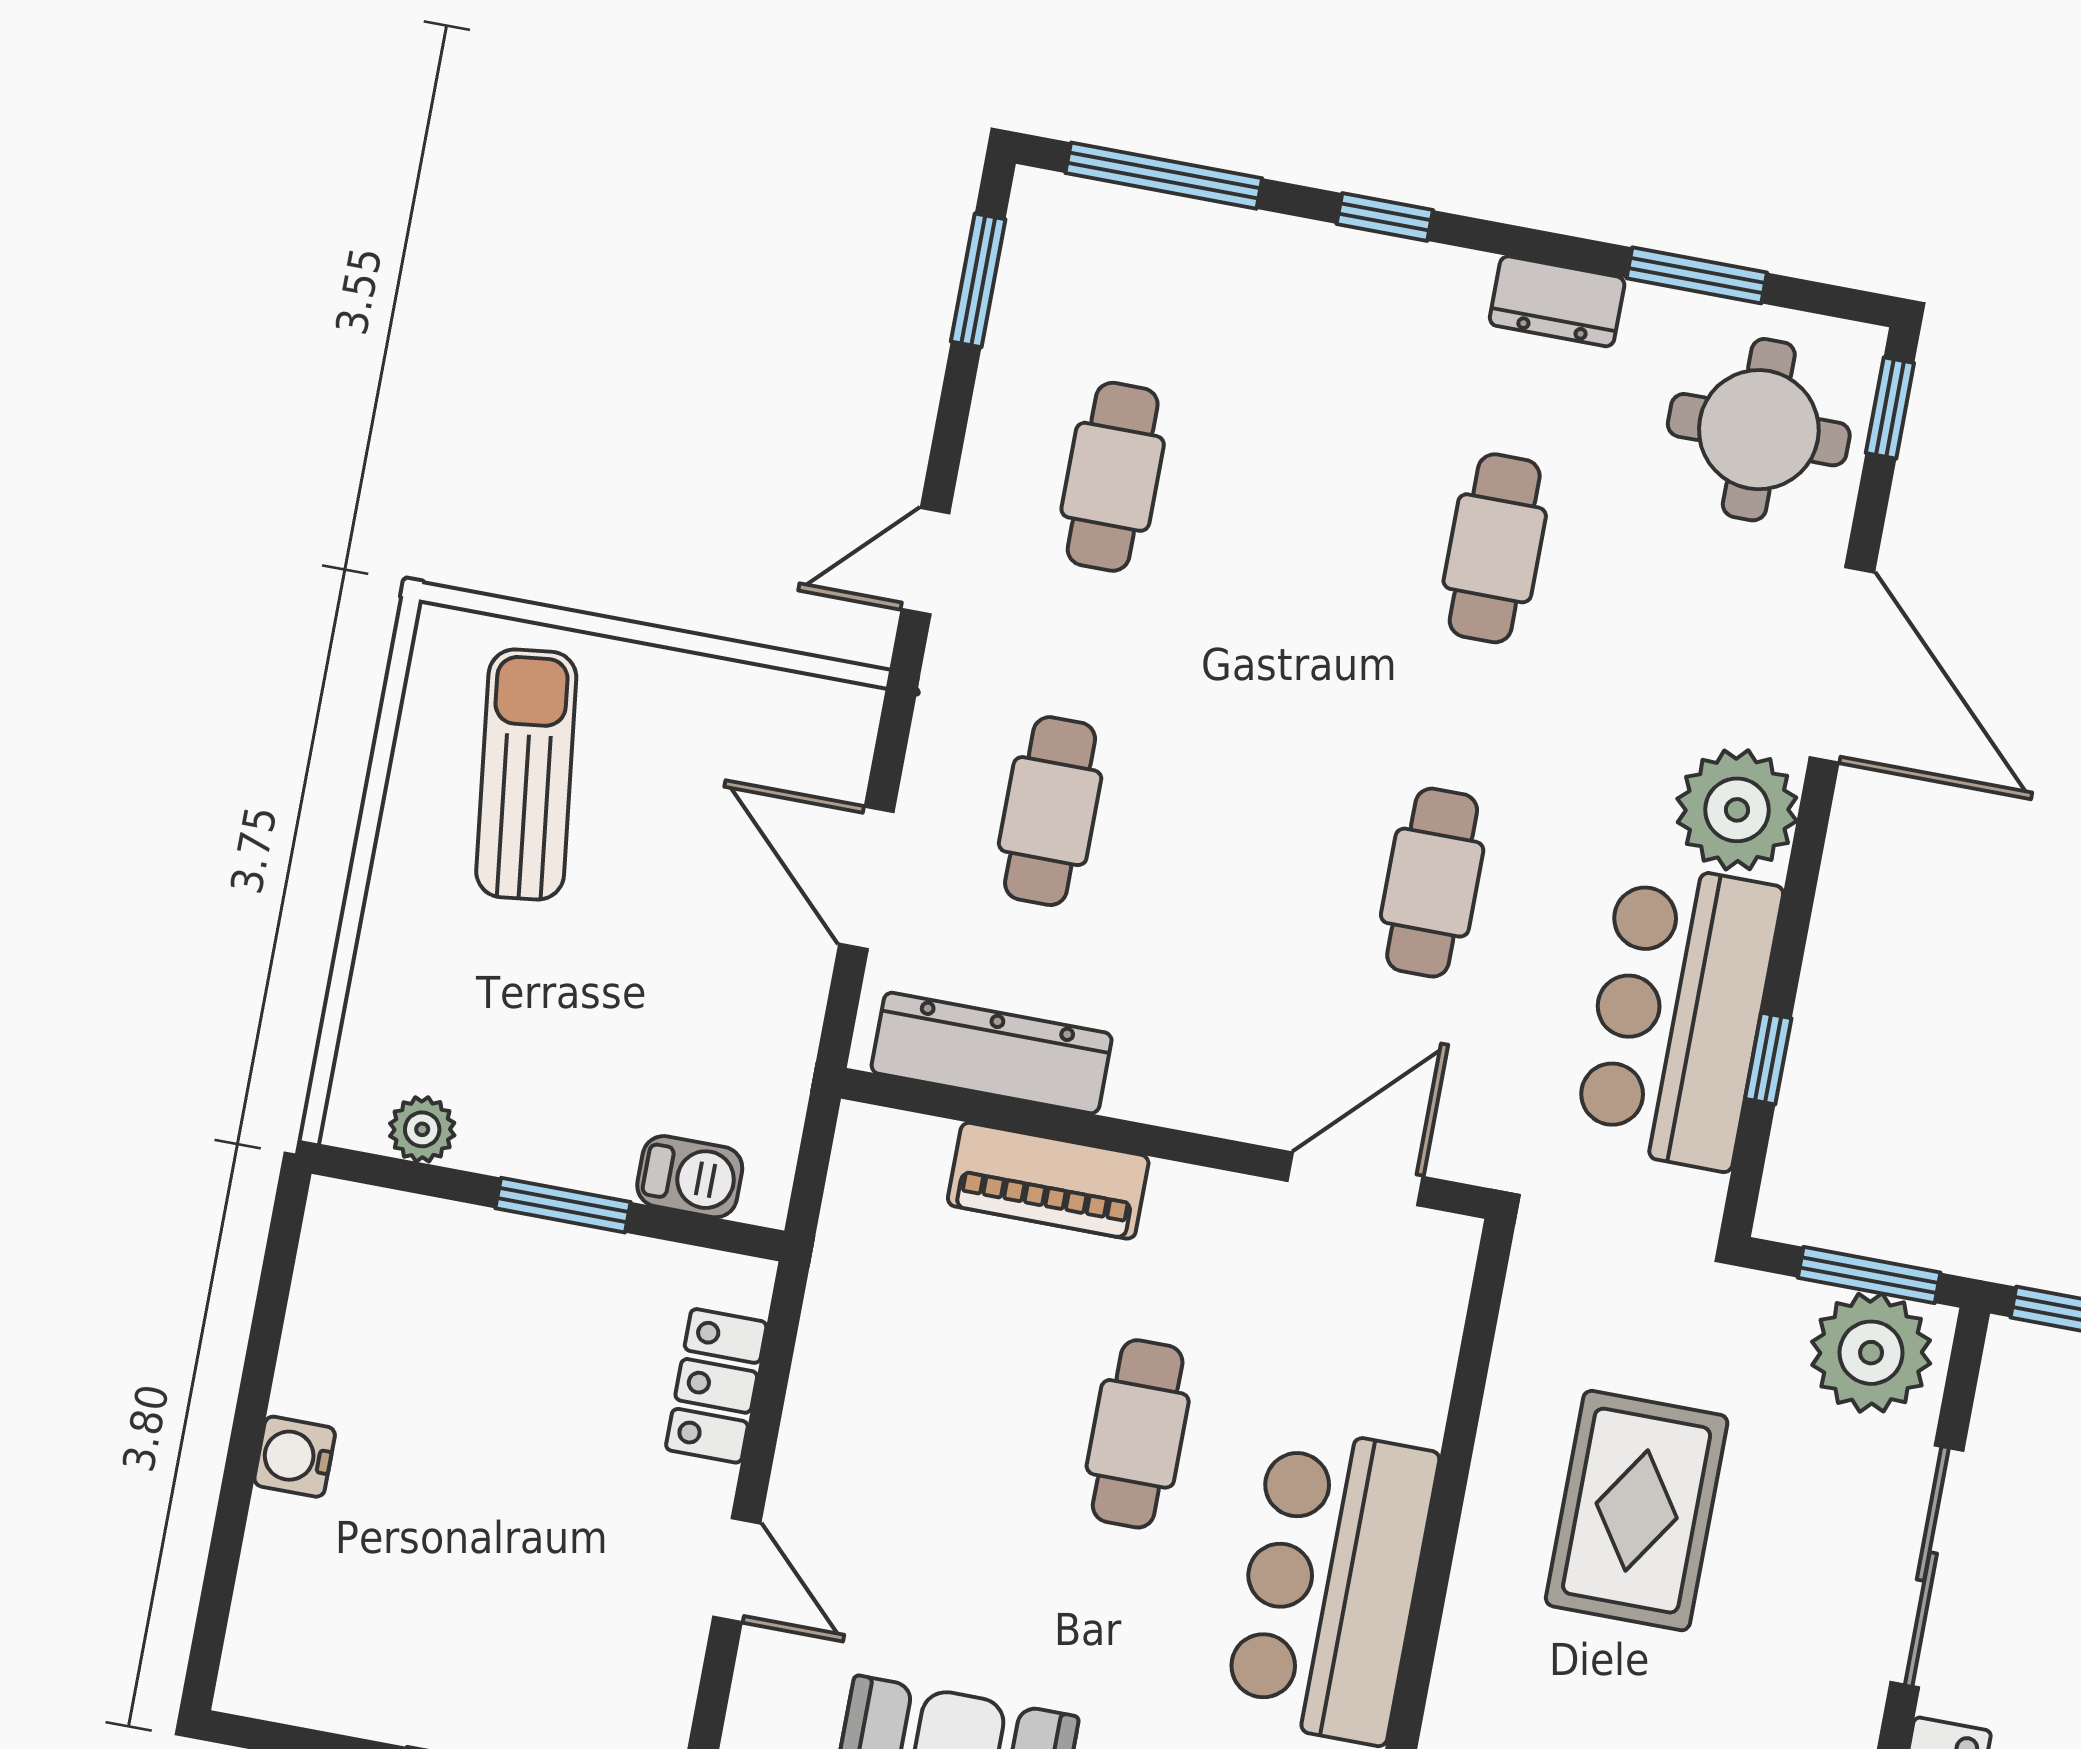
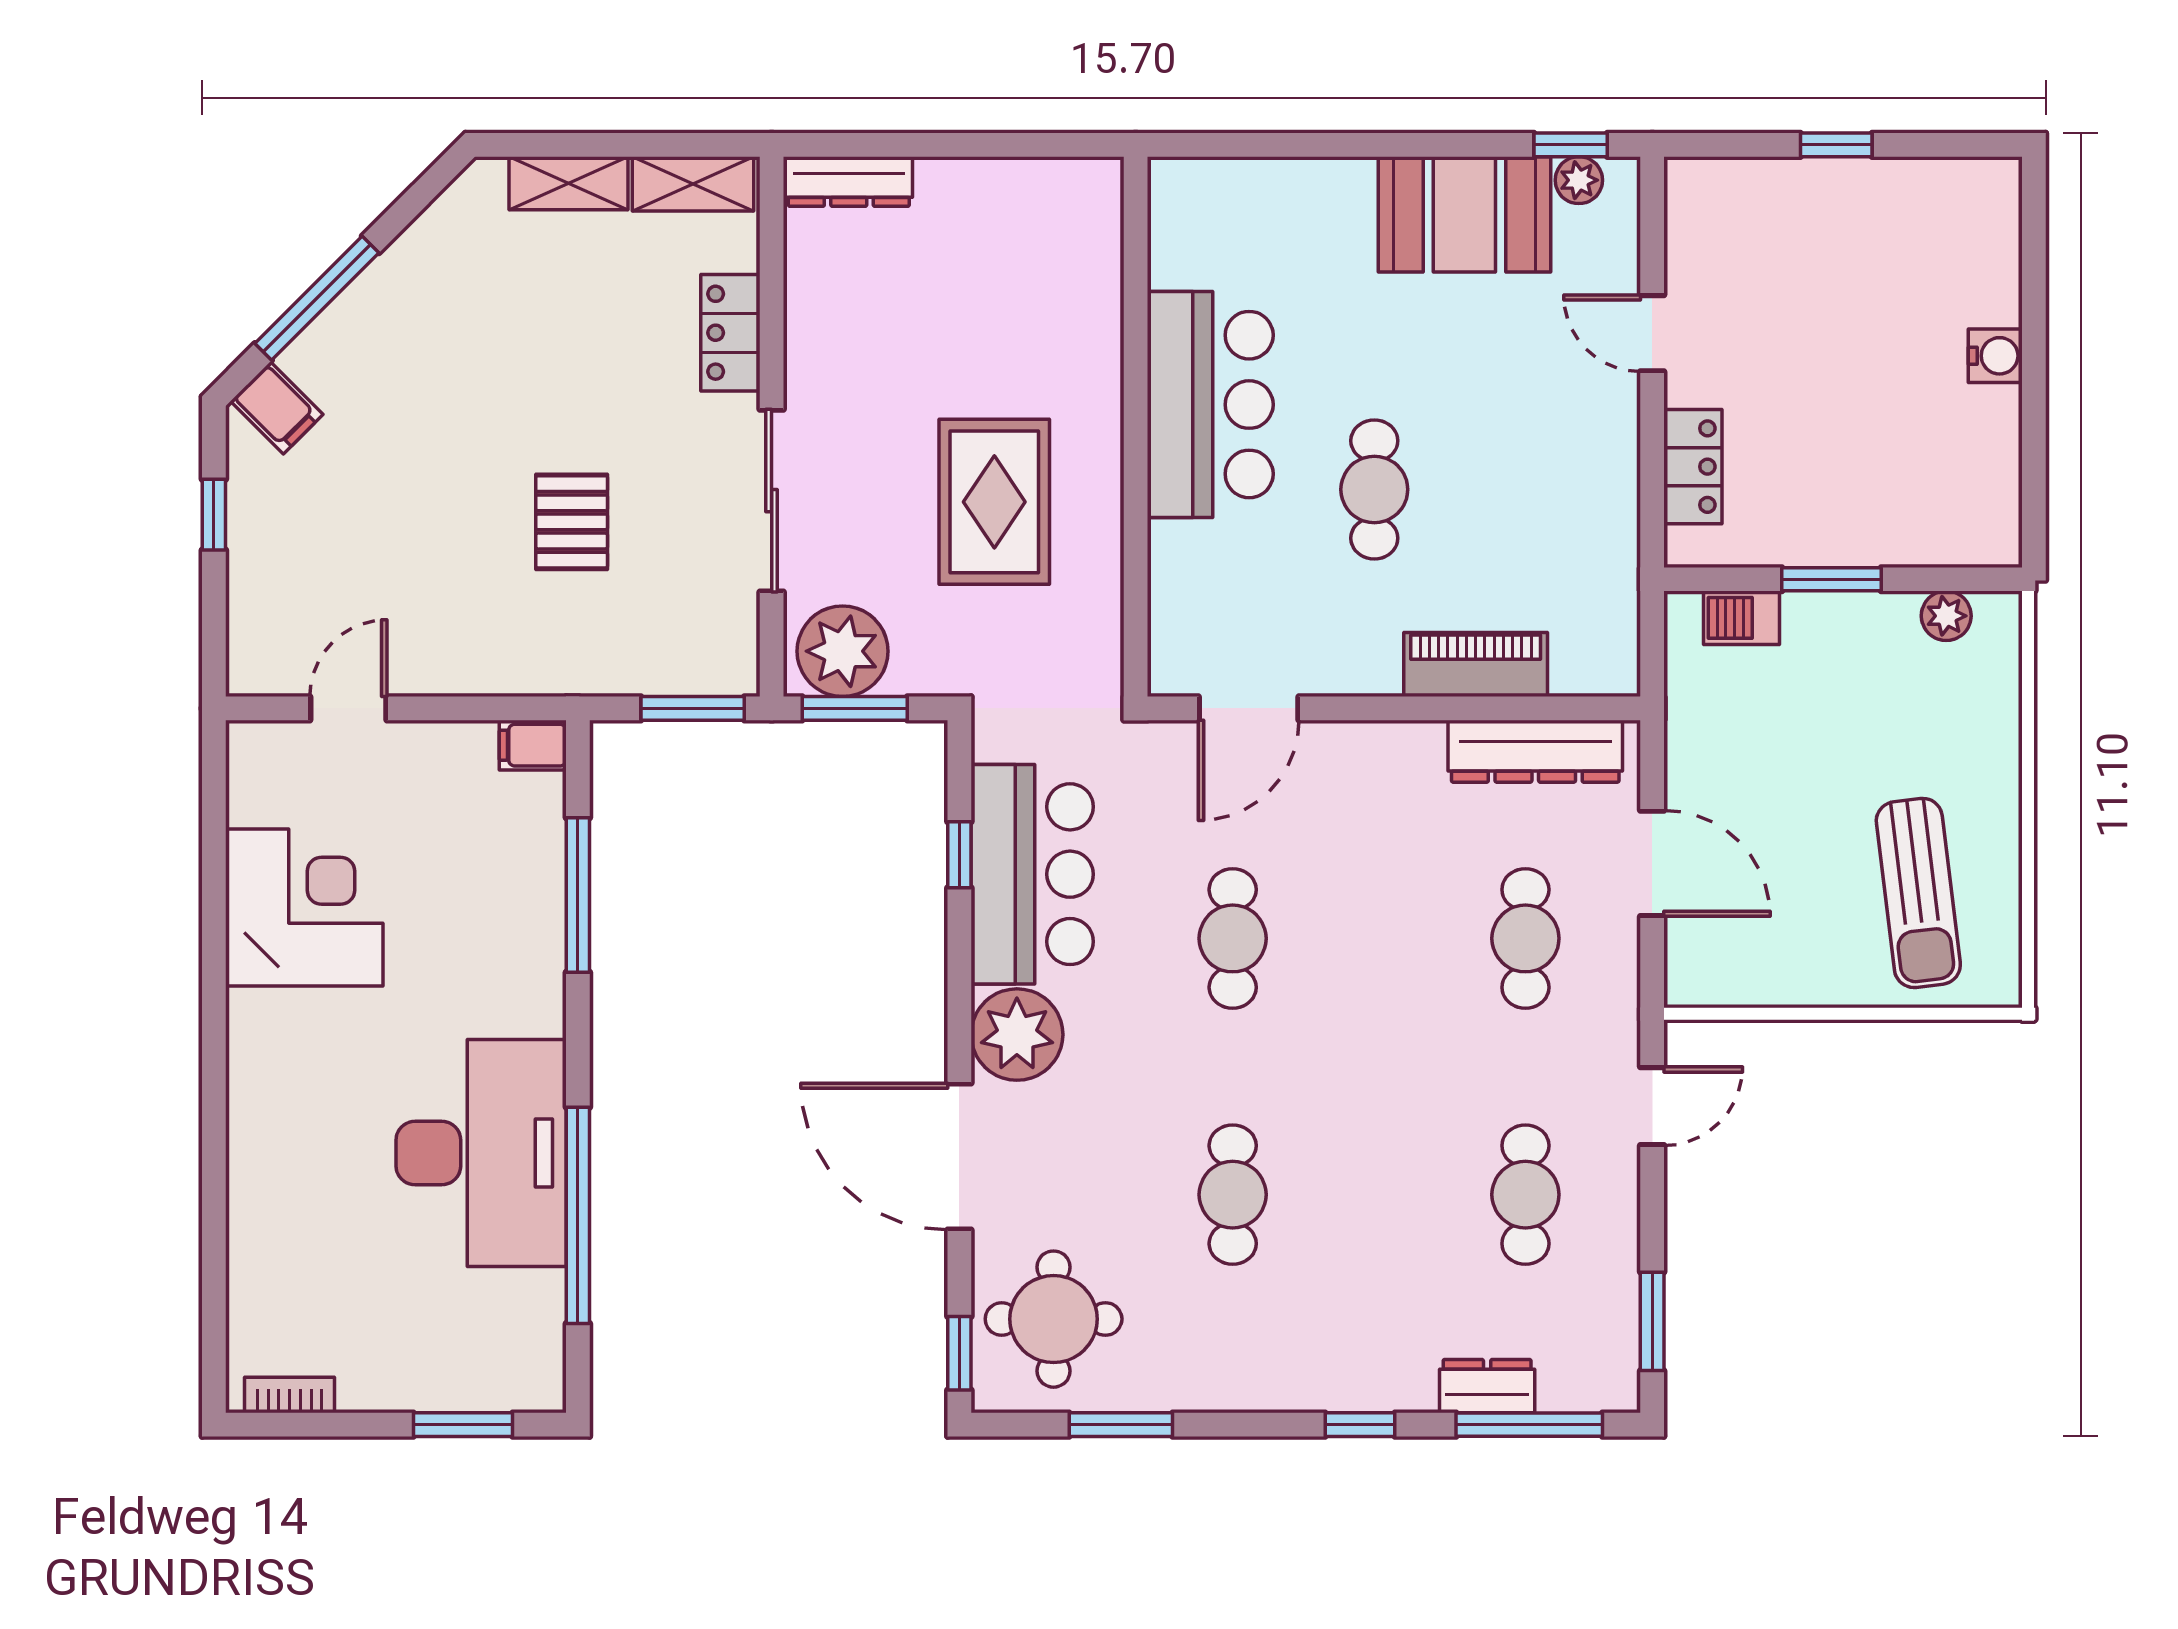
dresser: (1557, 301) -> (1487, 1386), moved

